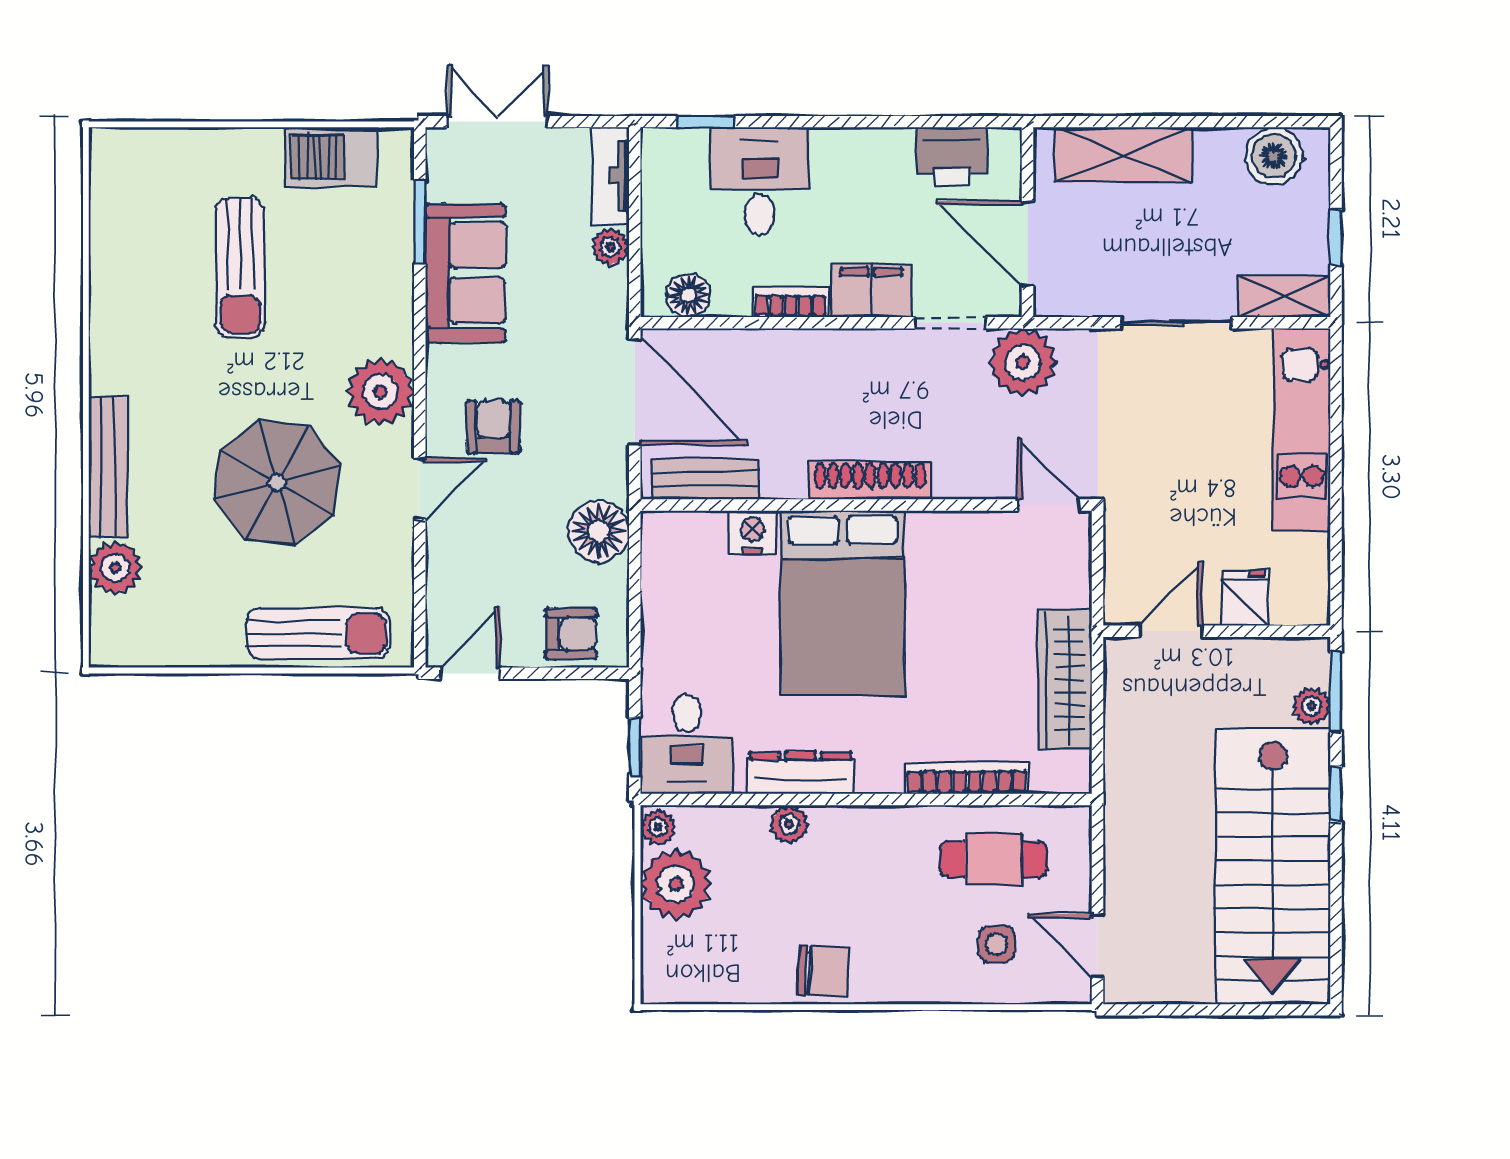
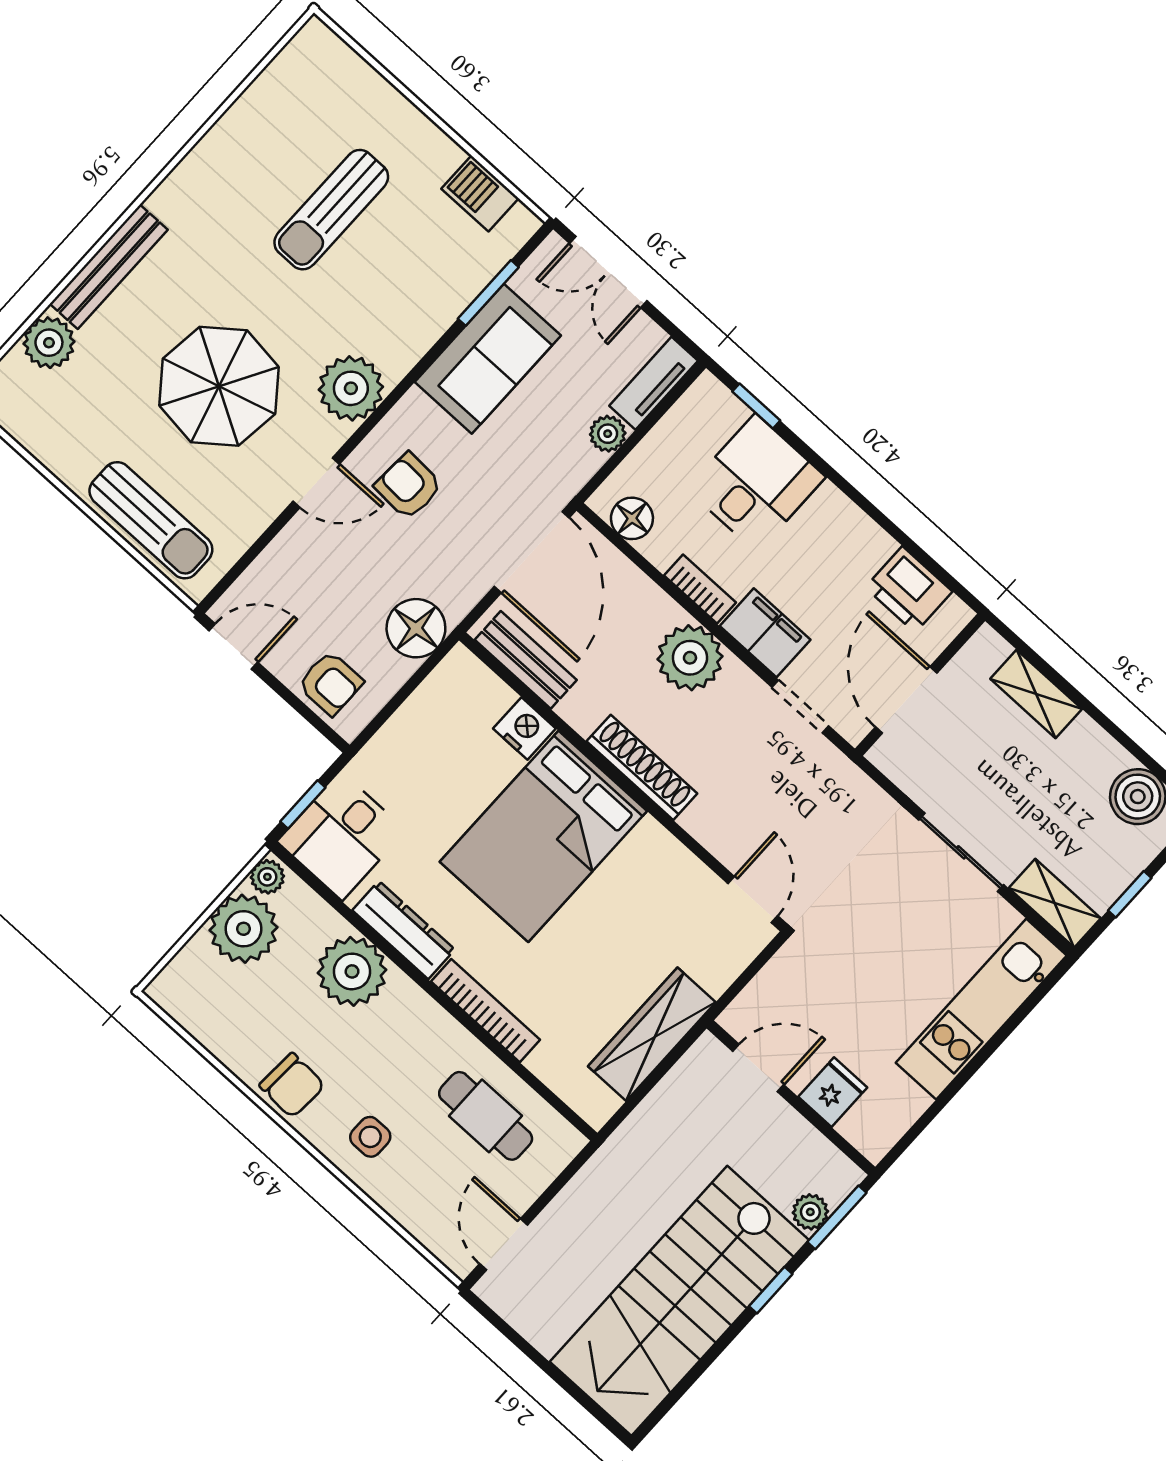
double door: (498, 122) -> (608, 272), swing flipped
shelving: (1123, 155) -> (1036, 694), width x0.67, depth x0.75
barbecue: (331, 157) -> (480, 193), width x0.73, depth x0.79
plant: (1023, 362) -> (690, 658), moved
armchair: (493, 427) -> (408, 486), turned -87
bookcase: (967, 778) -> (486, 1011), moved
plant: (789, 824) -> (352, 971), width x1.87, depth x1.87
side table: (996, 944) -> (370, 1137), moved

